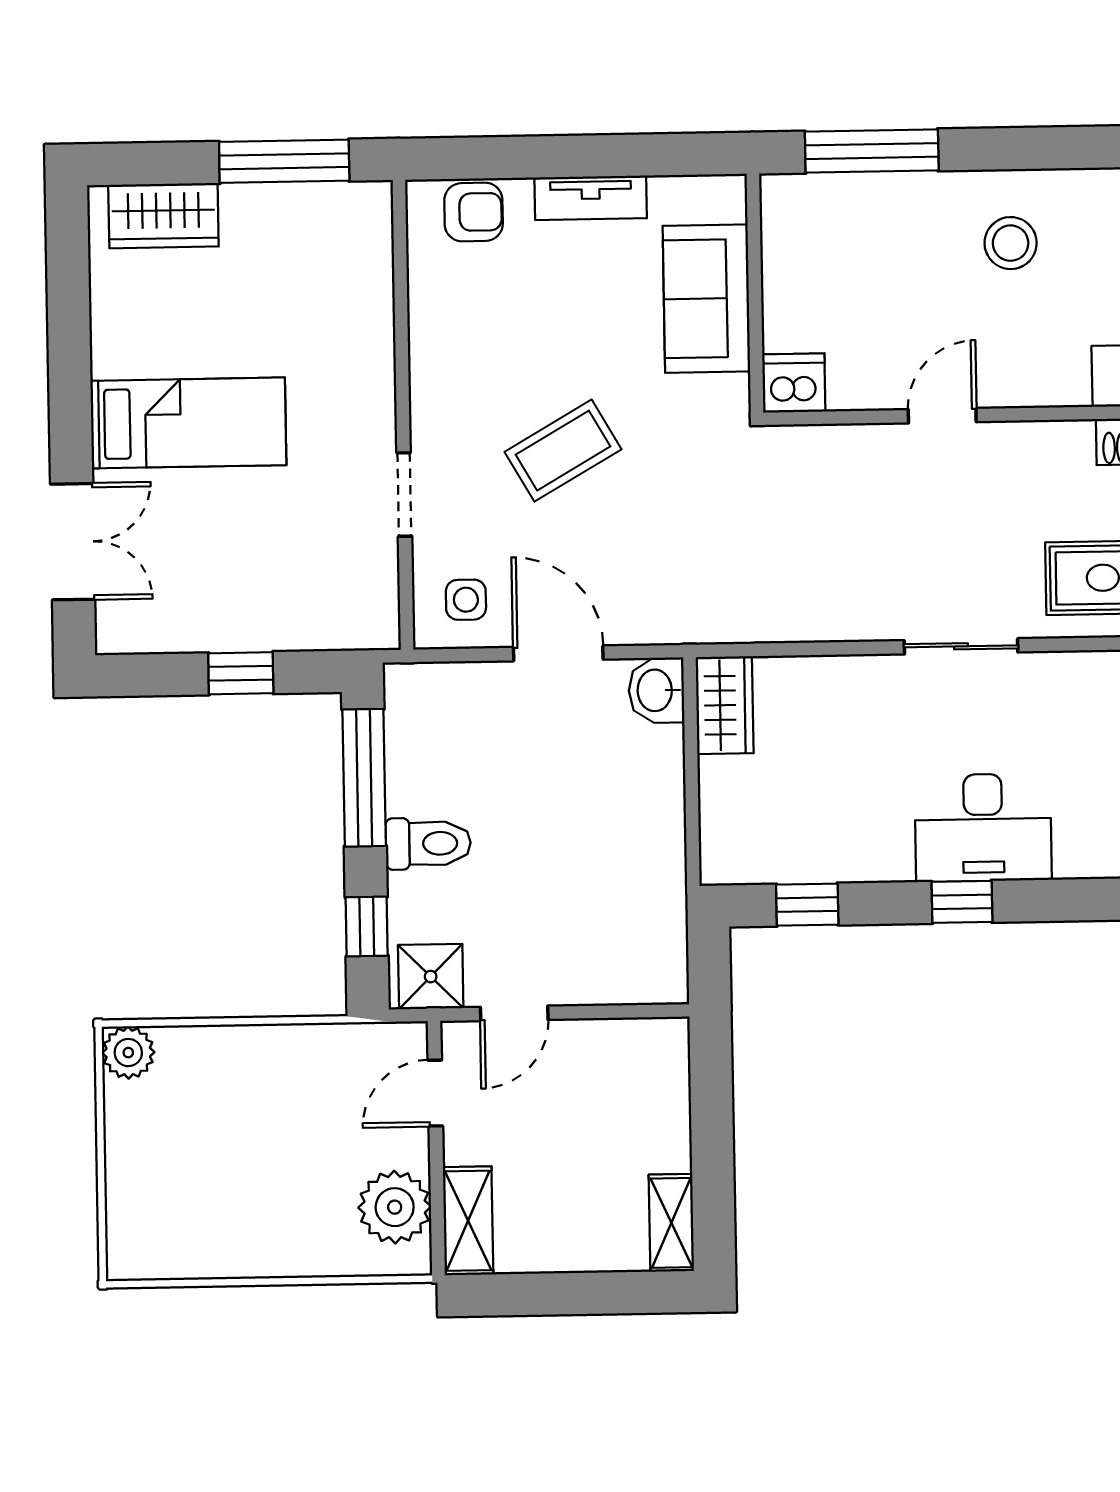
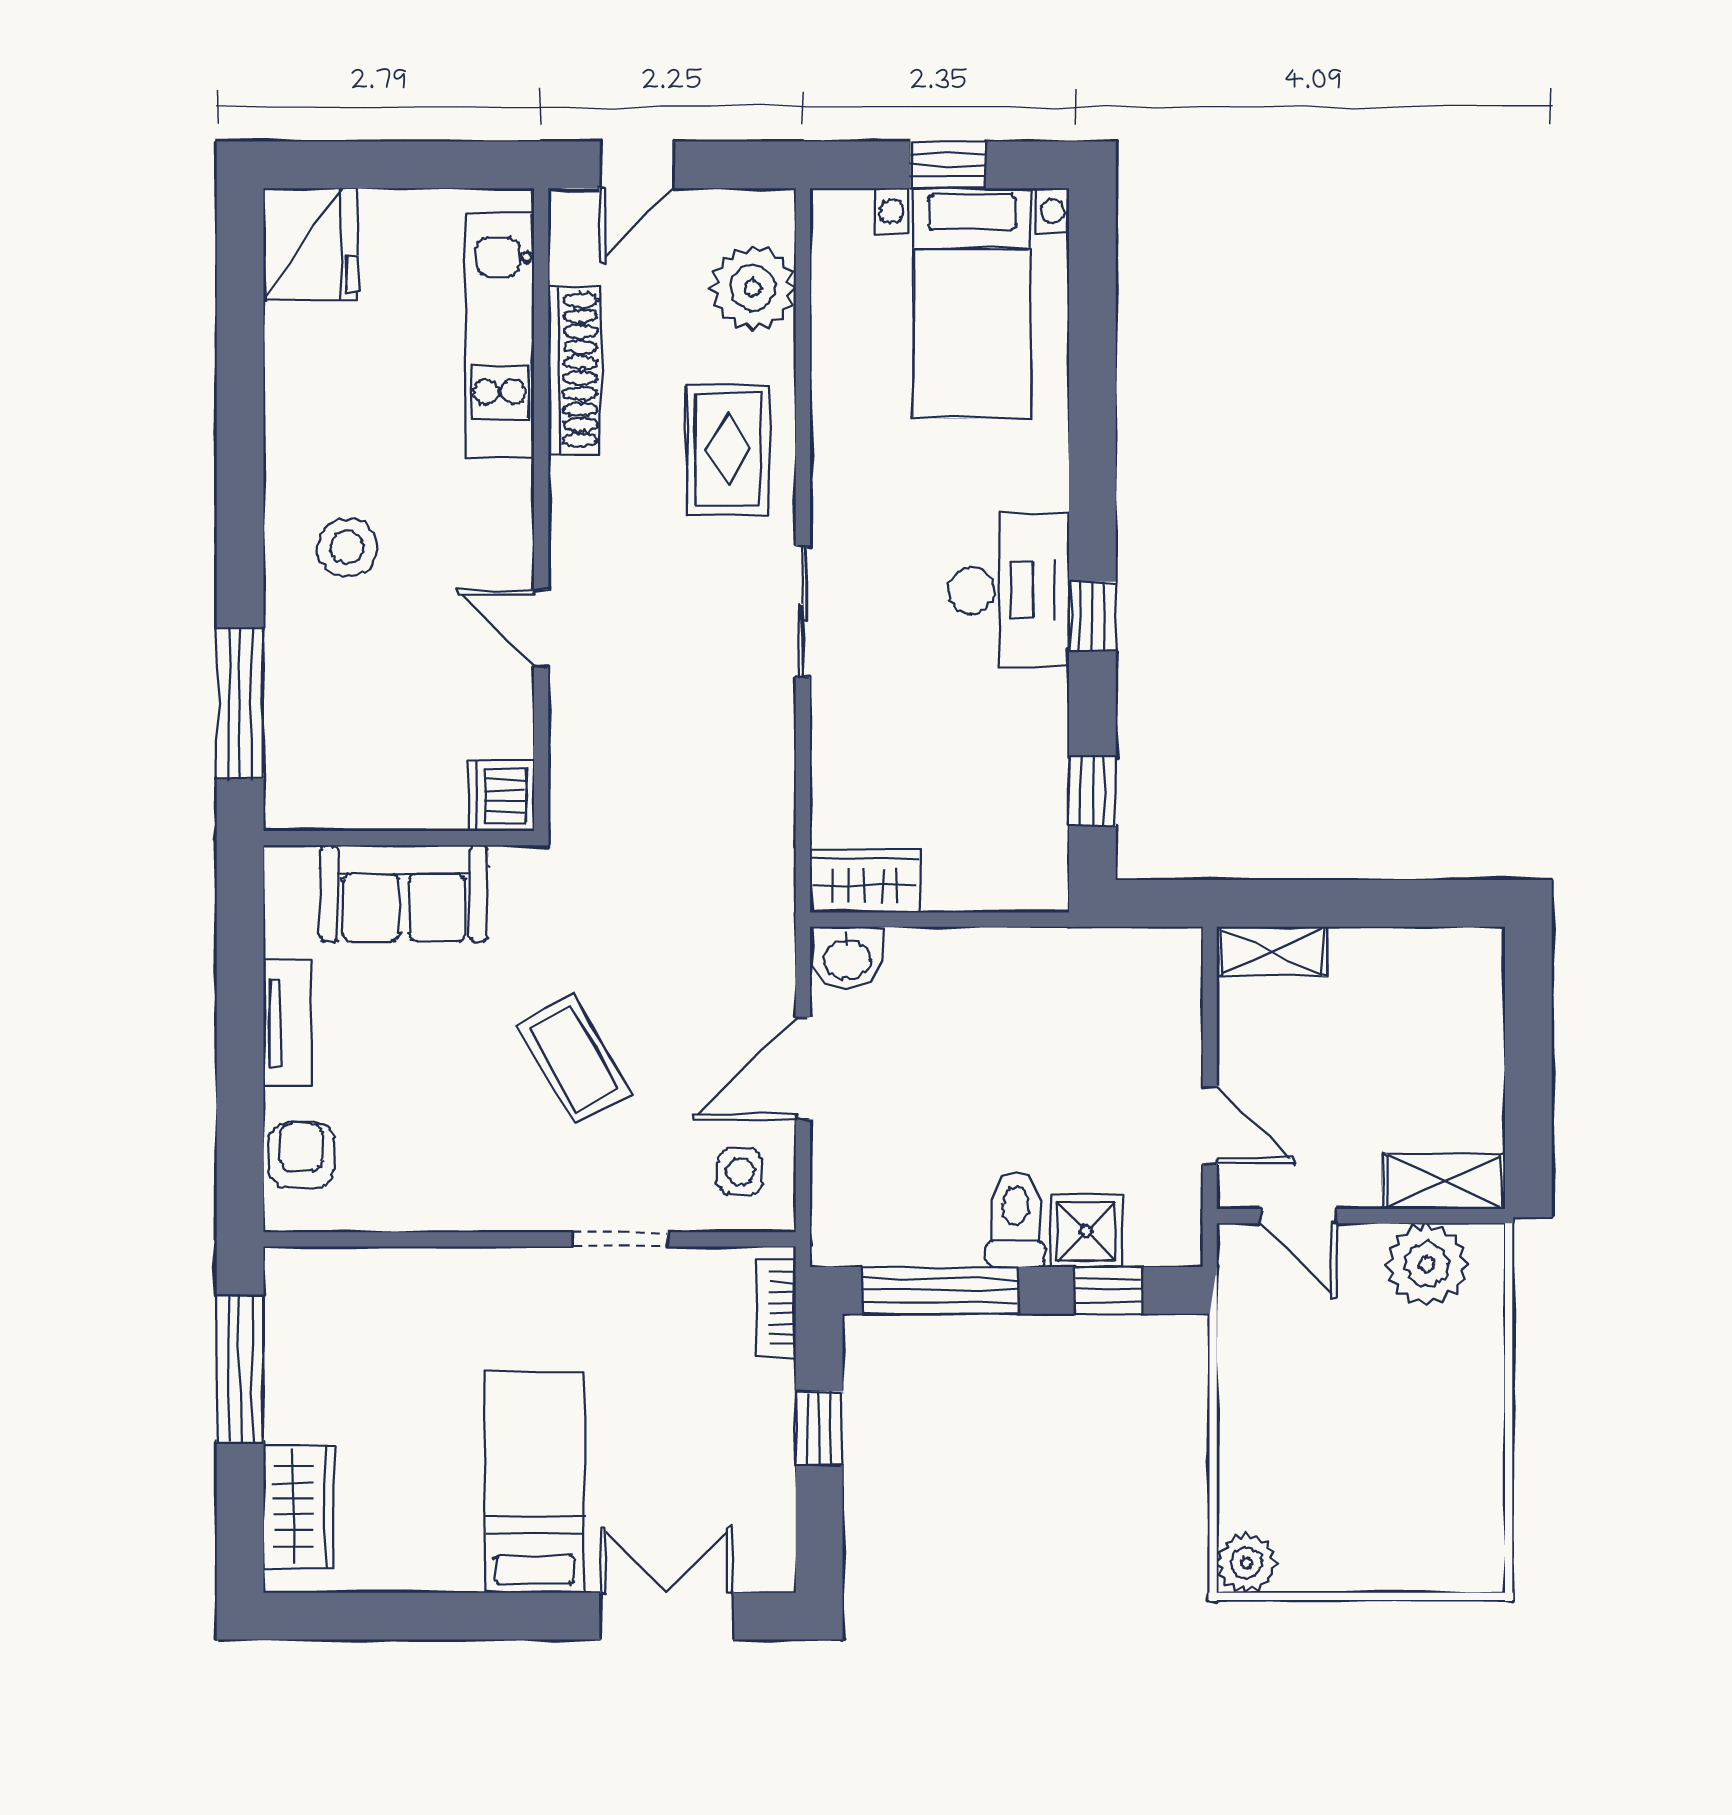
bookcase: (346, 634) -> (776, 1308), added
shower: (431, 977) -> (1086, 1231), moved
shelving: (671, 1223) -> (1272, 951), moved

